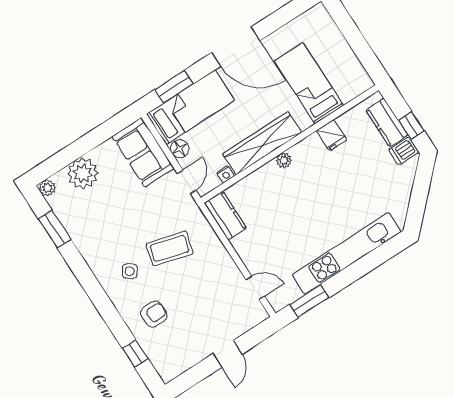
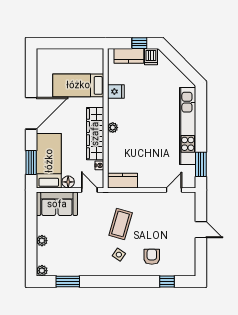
plant: (83, 173) -> (42, 241), width x0.53, depth x0.53

